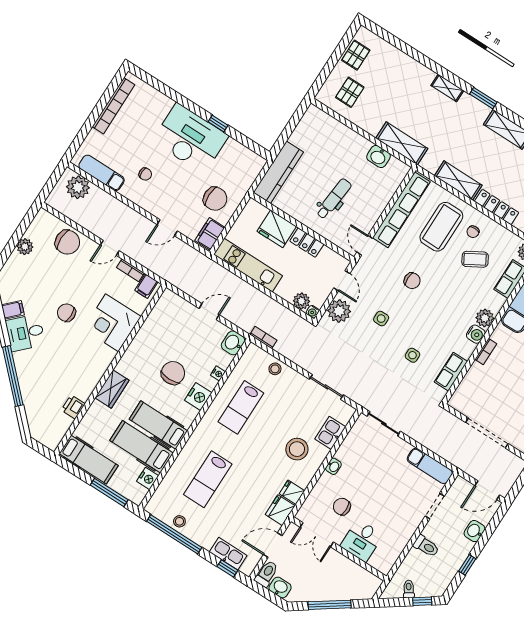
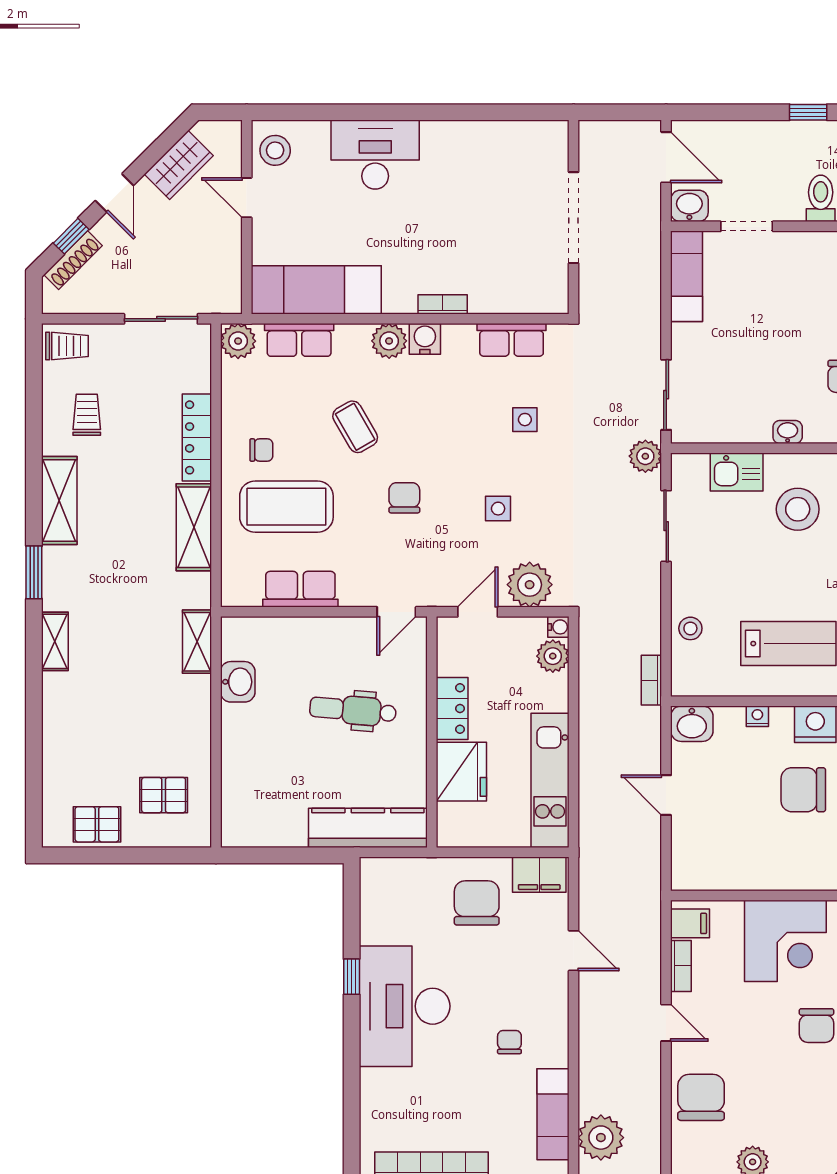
shelving: (402, 143) -> (197, 642), width x0.67, depth x0.75
row of seats: (401, 210) -> (300, 589), width x0.50
coffee table: (475, 259) -> (355, 427), moved
plant: (363, 397) -> (645, 456), added
washbasin: (474, 531) -> (689, 206), moved, turned 180

